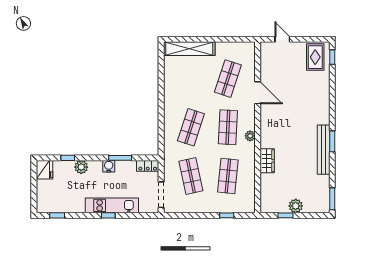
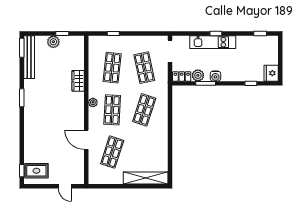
rug: (315, 57) -> (36, 171), turned 90
bench: (324, 150) -> (29, 57), moved
plant: (81, 167) -> (198, 75), moved

